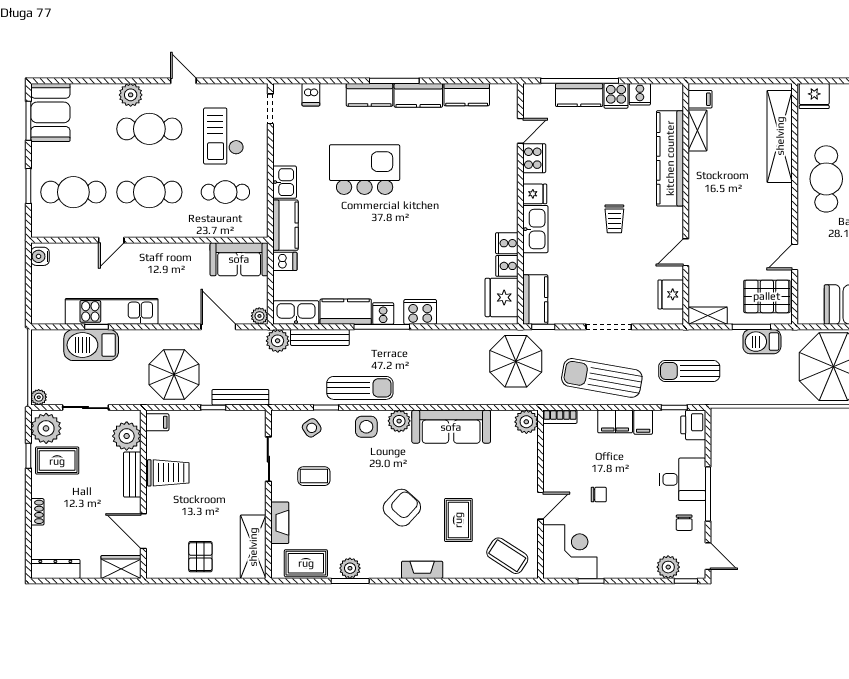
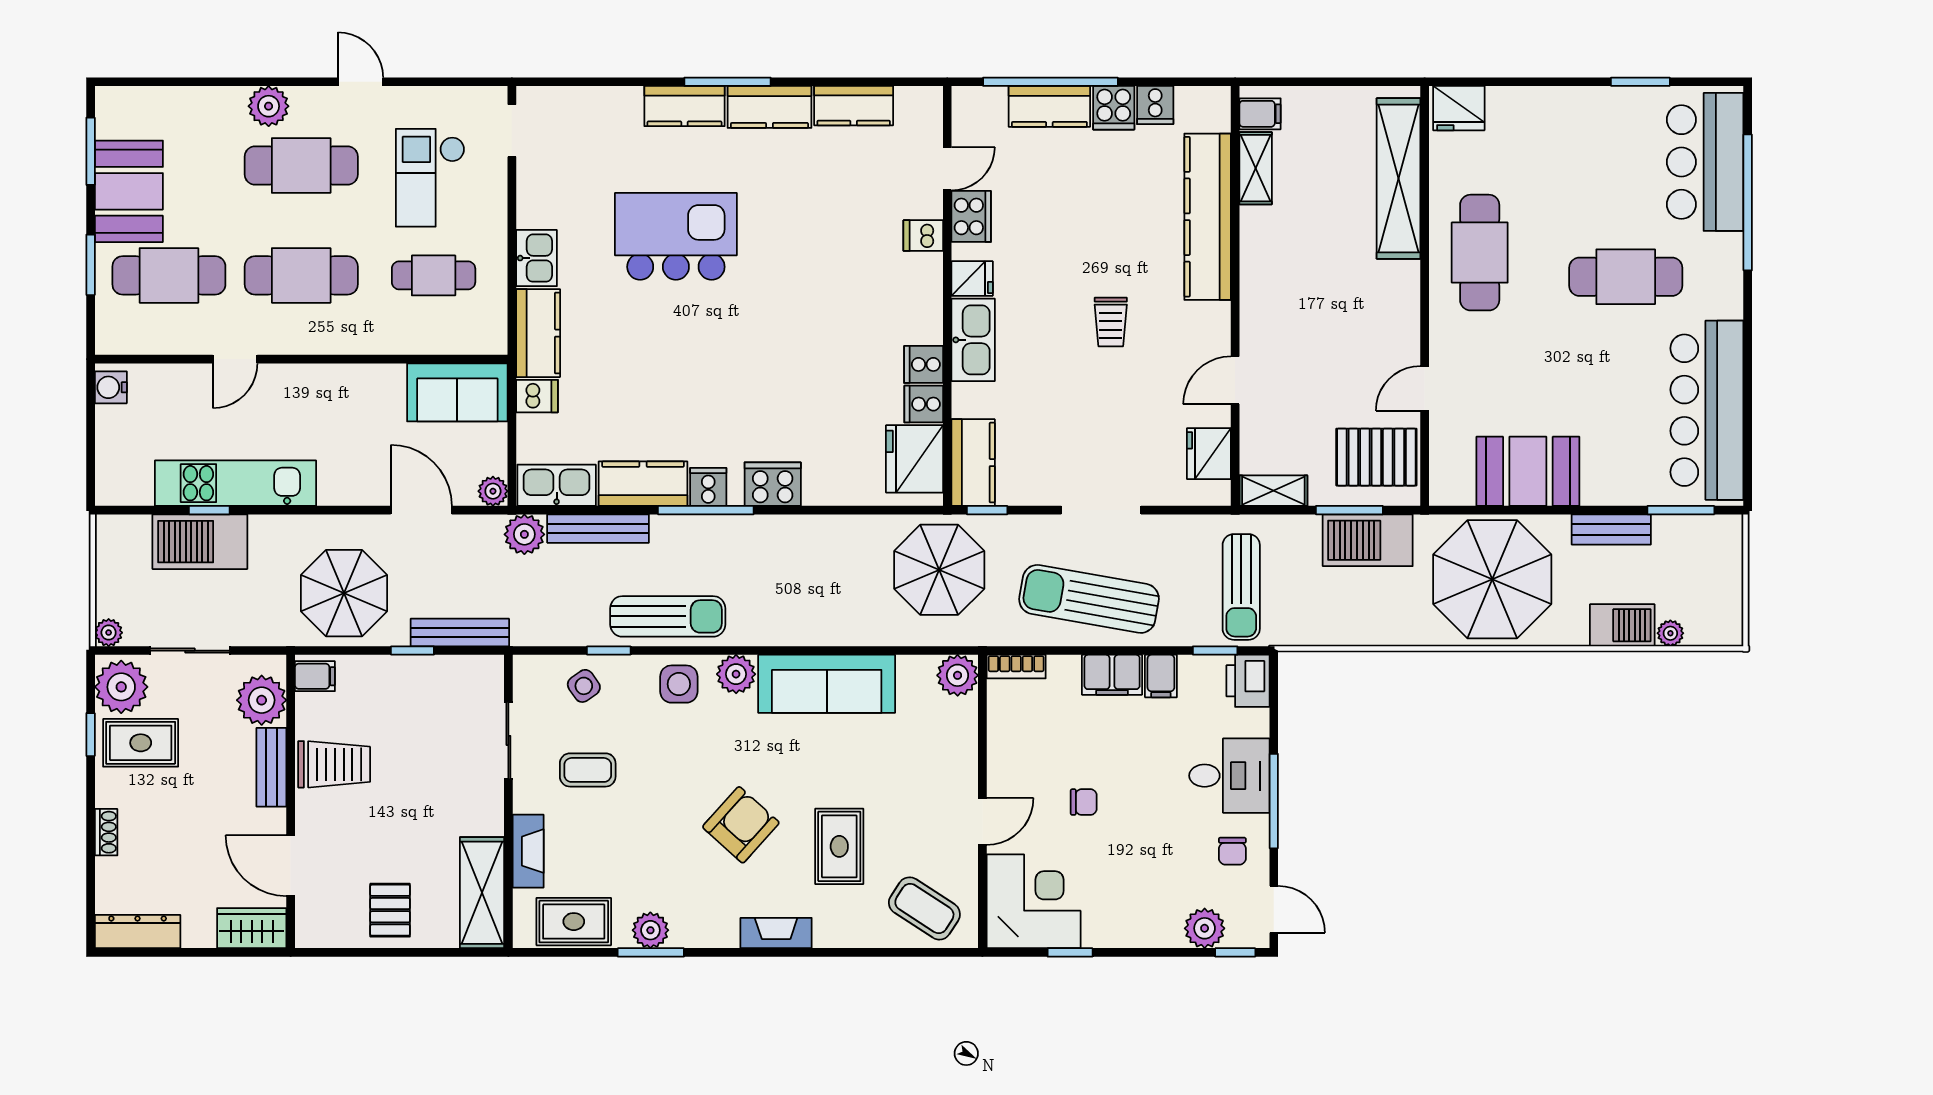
dishwasher: (311, 95) -> (923, 236), moved, turned 90
booth: (50, 112) -> (129, 191), moved
barbecue: (762, 342) -> (1368, 540), width x1.37, depth x1.21
sun lounger: (689, 371) -> (1241, 587), turned -90

